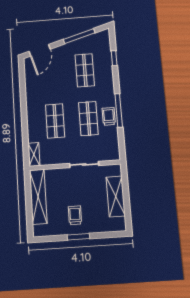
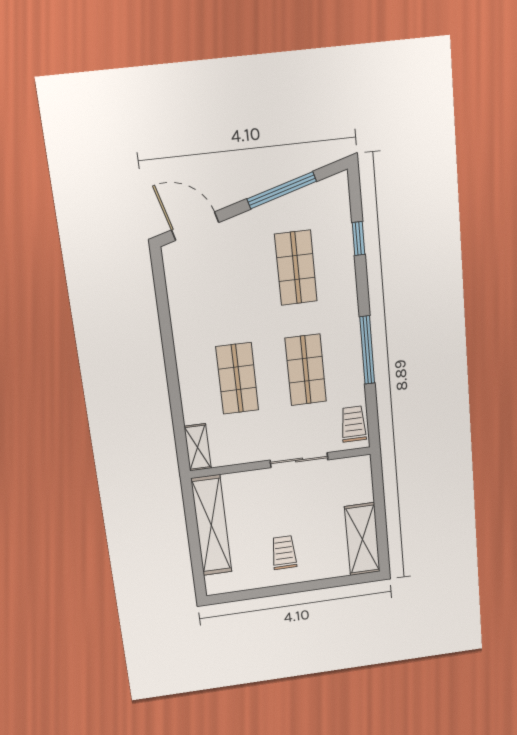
door: (40, 50) -> (195, 226), swing flipped
trolley: (109, 116) -> (353, 424), moved
shelving: (116, 196) -> (362, 539), moved
window: (78, 237) -> (291, 588), removed

